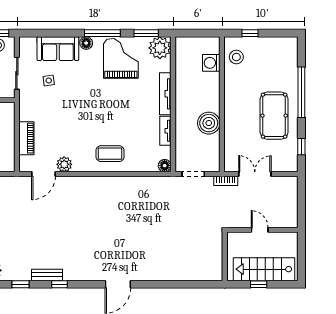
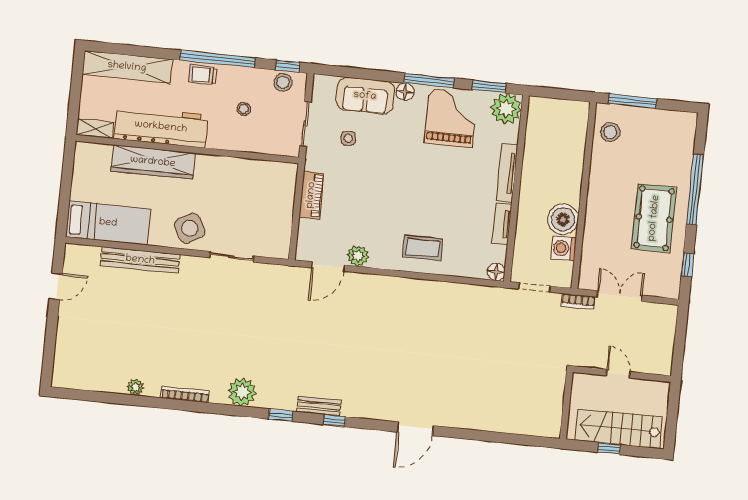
window: (250, 33) -> (633, 101), width x2.17
washing machine: (211, 63) -> (563, 248), moved
piano: (26, 138) -> (311, 195), moved

